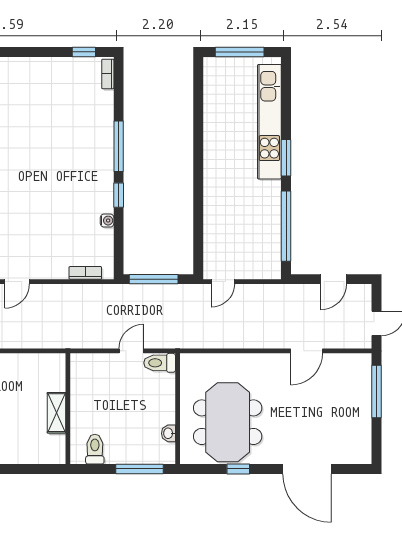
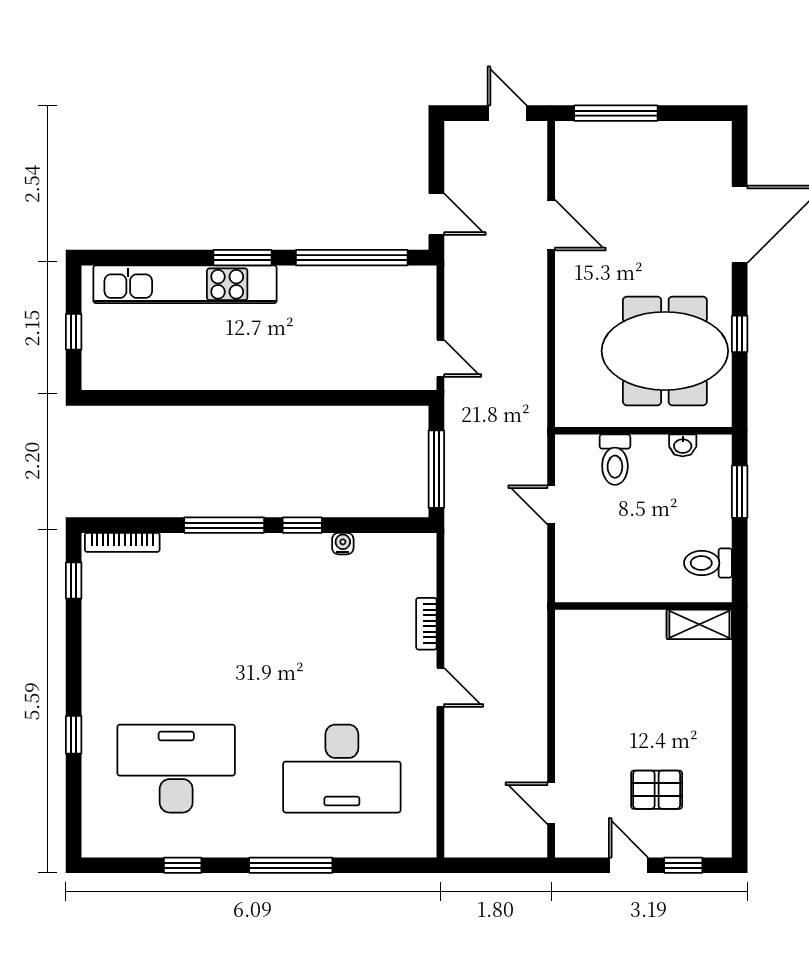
window: (240, 52) -> (74, 332), width x0.46
bookcase: (108, 74) -> (122, 542), width x1.56
bookcase: (85, 273) -> (426, 624), moved
door: (333, 279) -> (436, 214), moved
toilet: (160, 363) -> (615, 460), moved
shelving: (56, 413) -> (699, 624), moved
window: (140, 469) -> (740, 492), width x0.69

